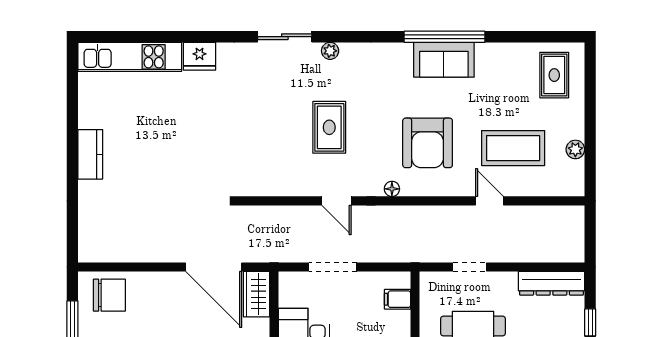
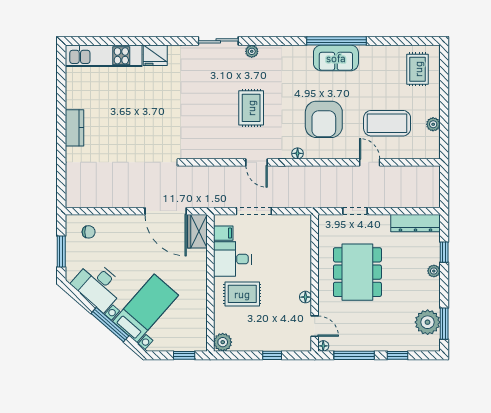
chair: (109, 295) -> (89, 232), width x0.54, depth x0.54
filing cabinet: (398, 299) -> (223, 233), moved, turned 180

